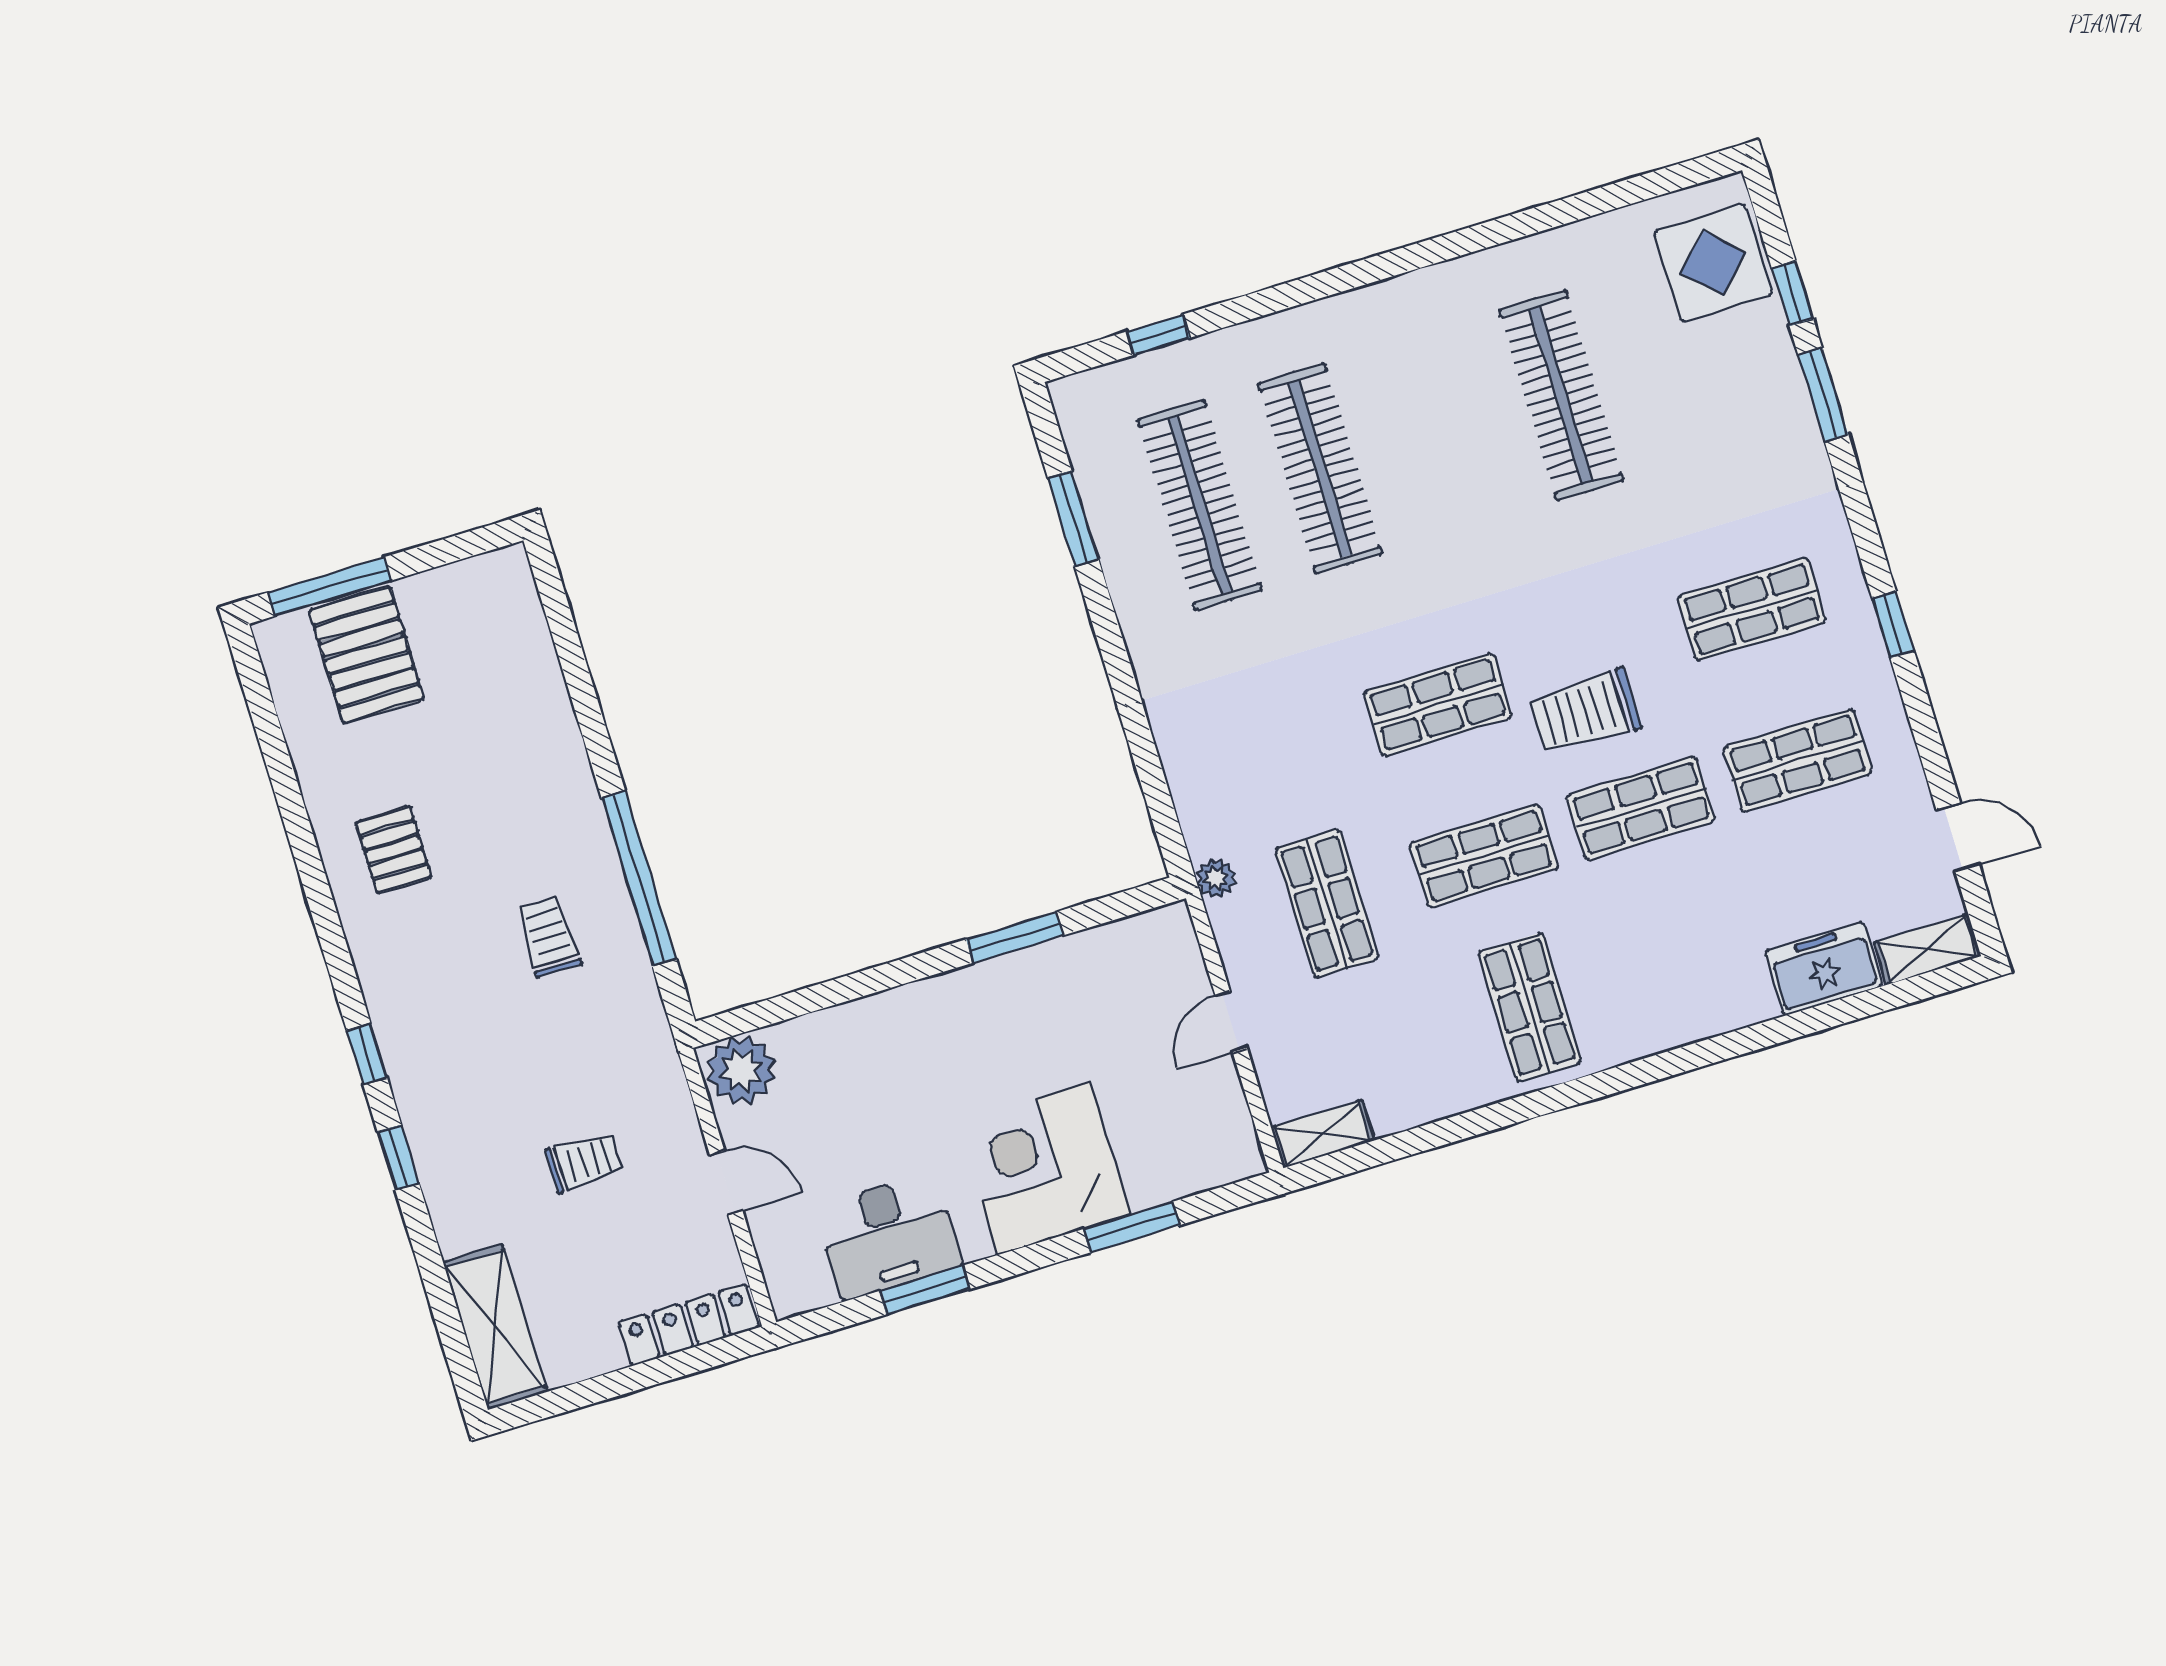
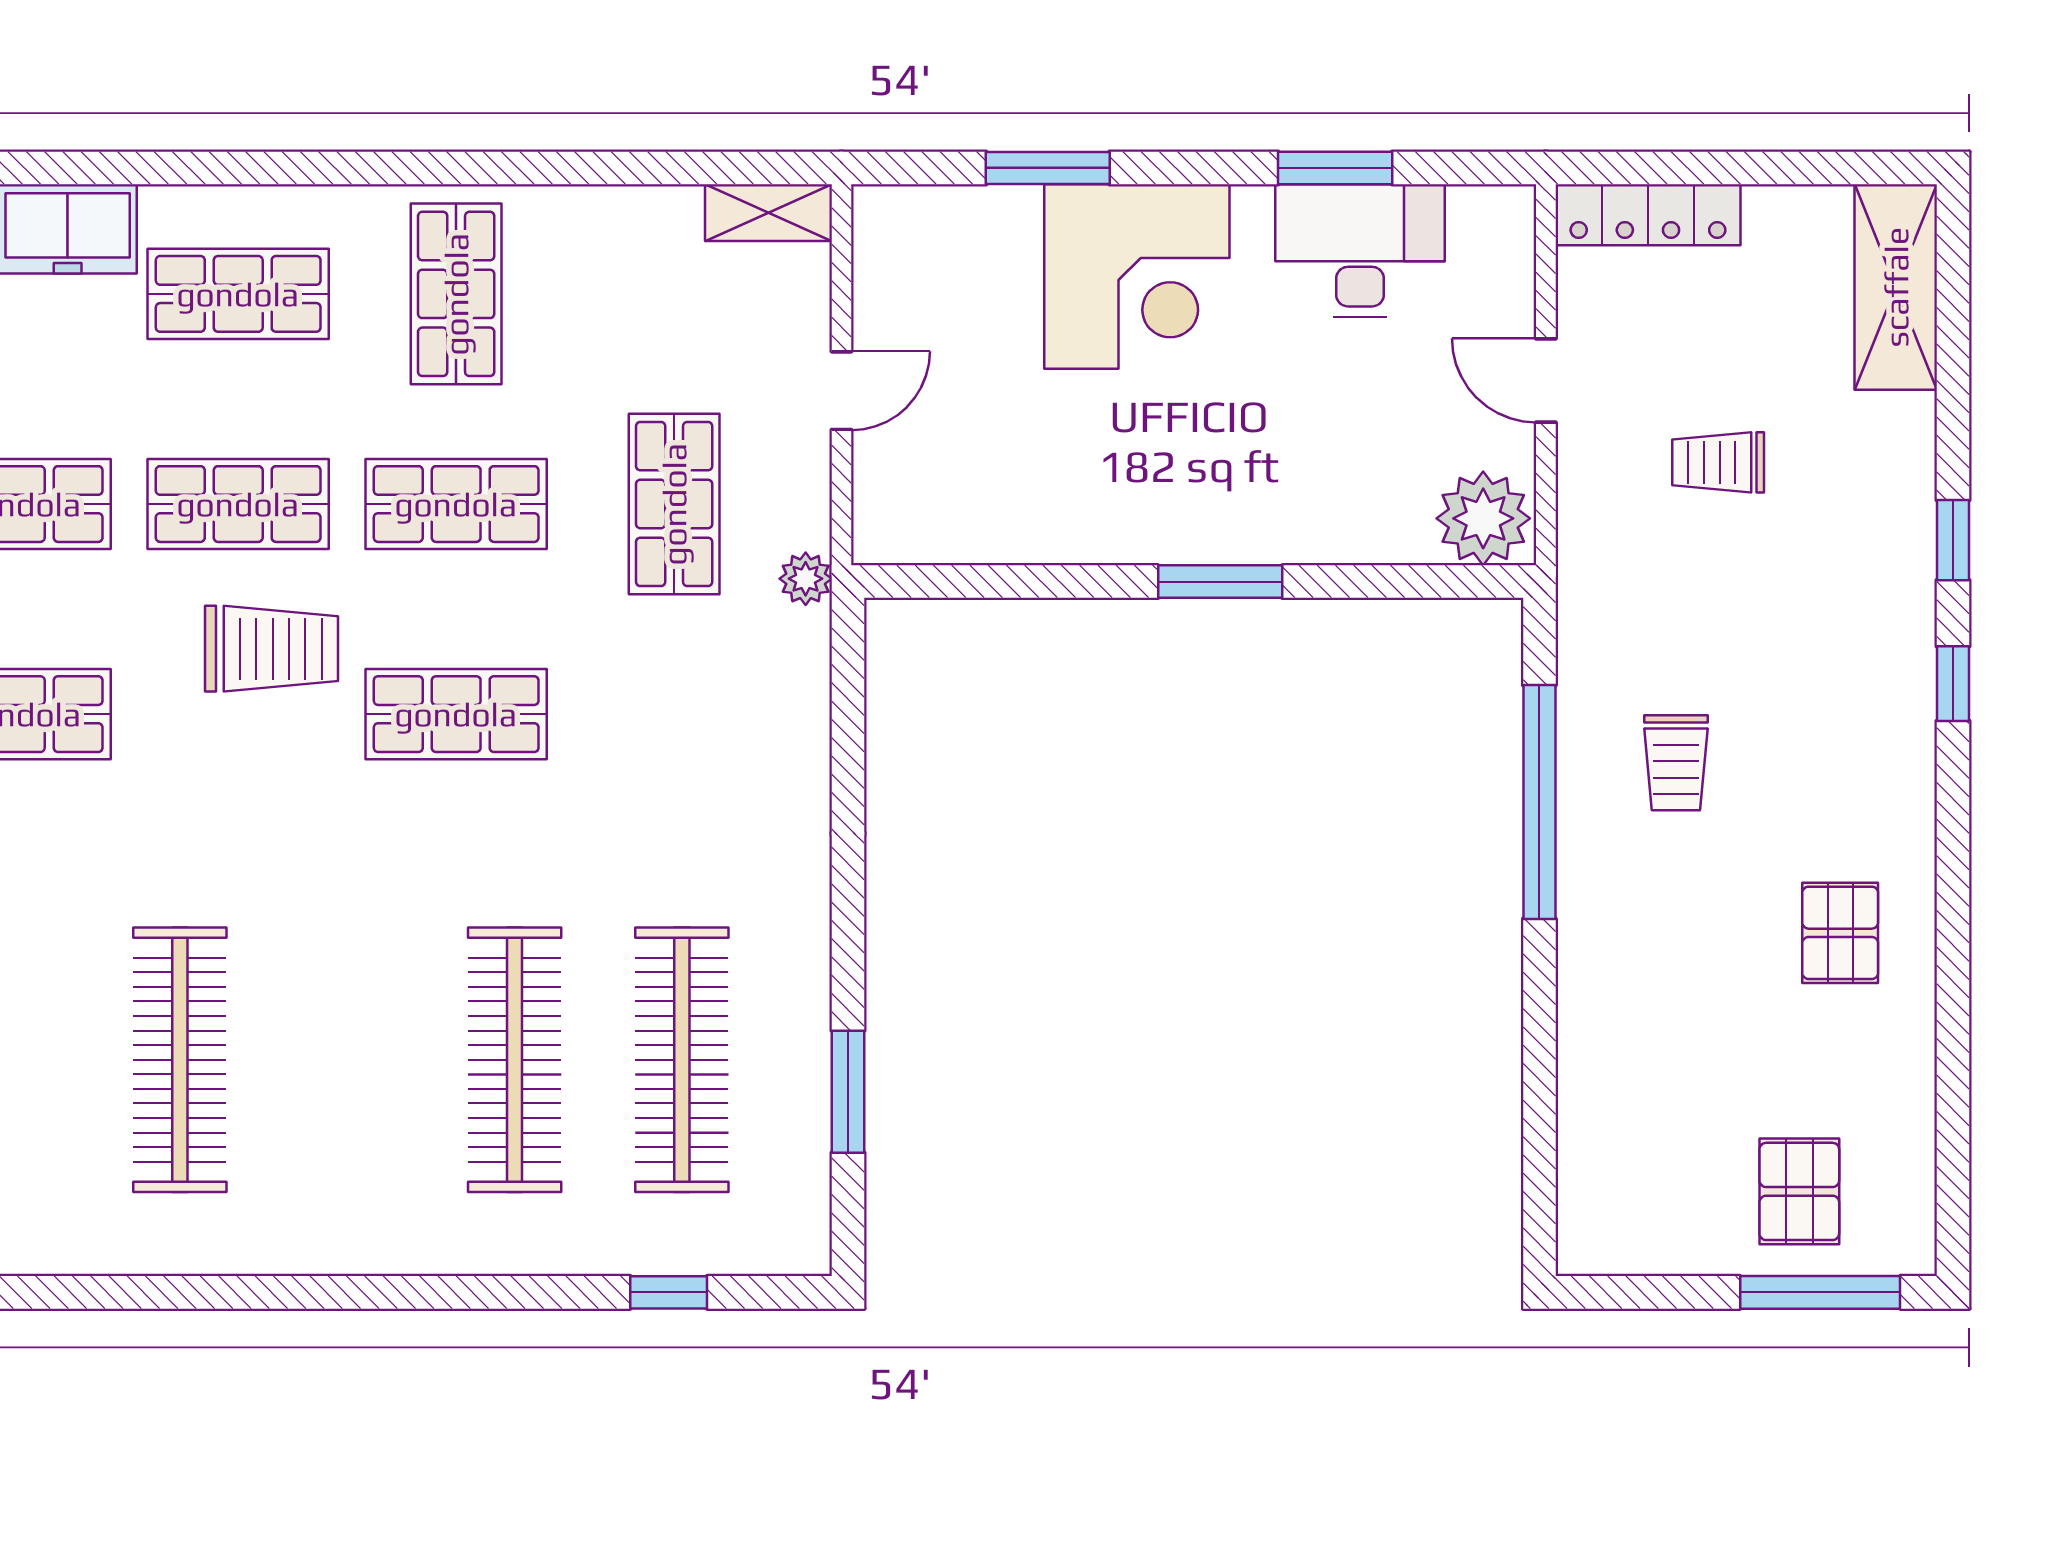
pallet: (366, 655) -> (1799, 1191), width x0.67, depth x0.71
window: (1015, 937) -> (1220, 582), moved
shop shelf: (1687, 959) -> (238, 294), added

